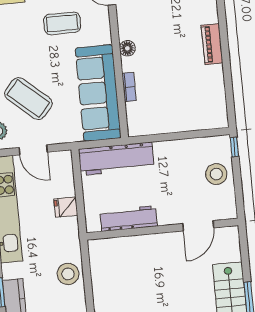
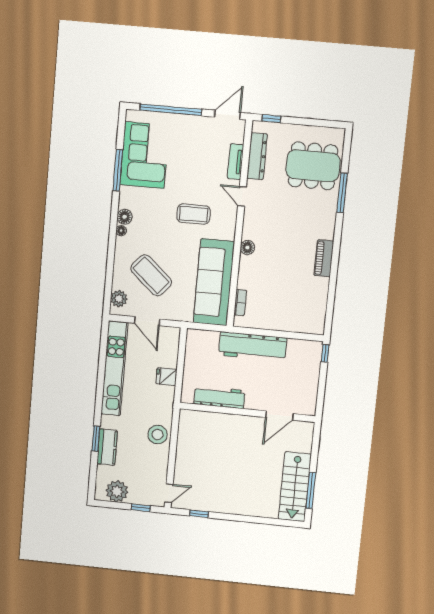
bookcase: (129, 87) -> (240, 303), moved
workbench: (116, 159) -> (253, 347), moved
stool: (216, 174) -> (304, 374), removed

